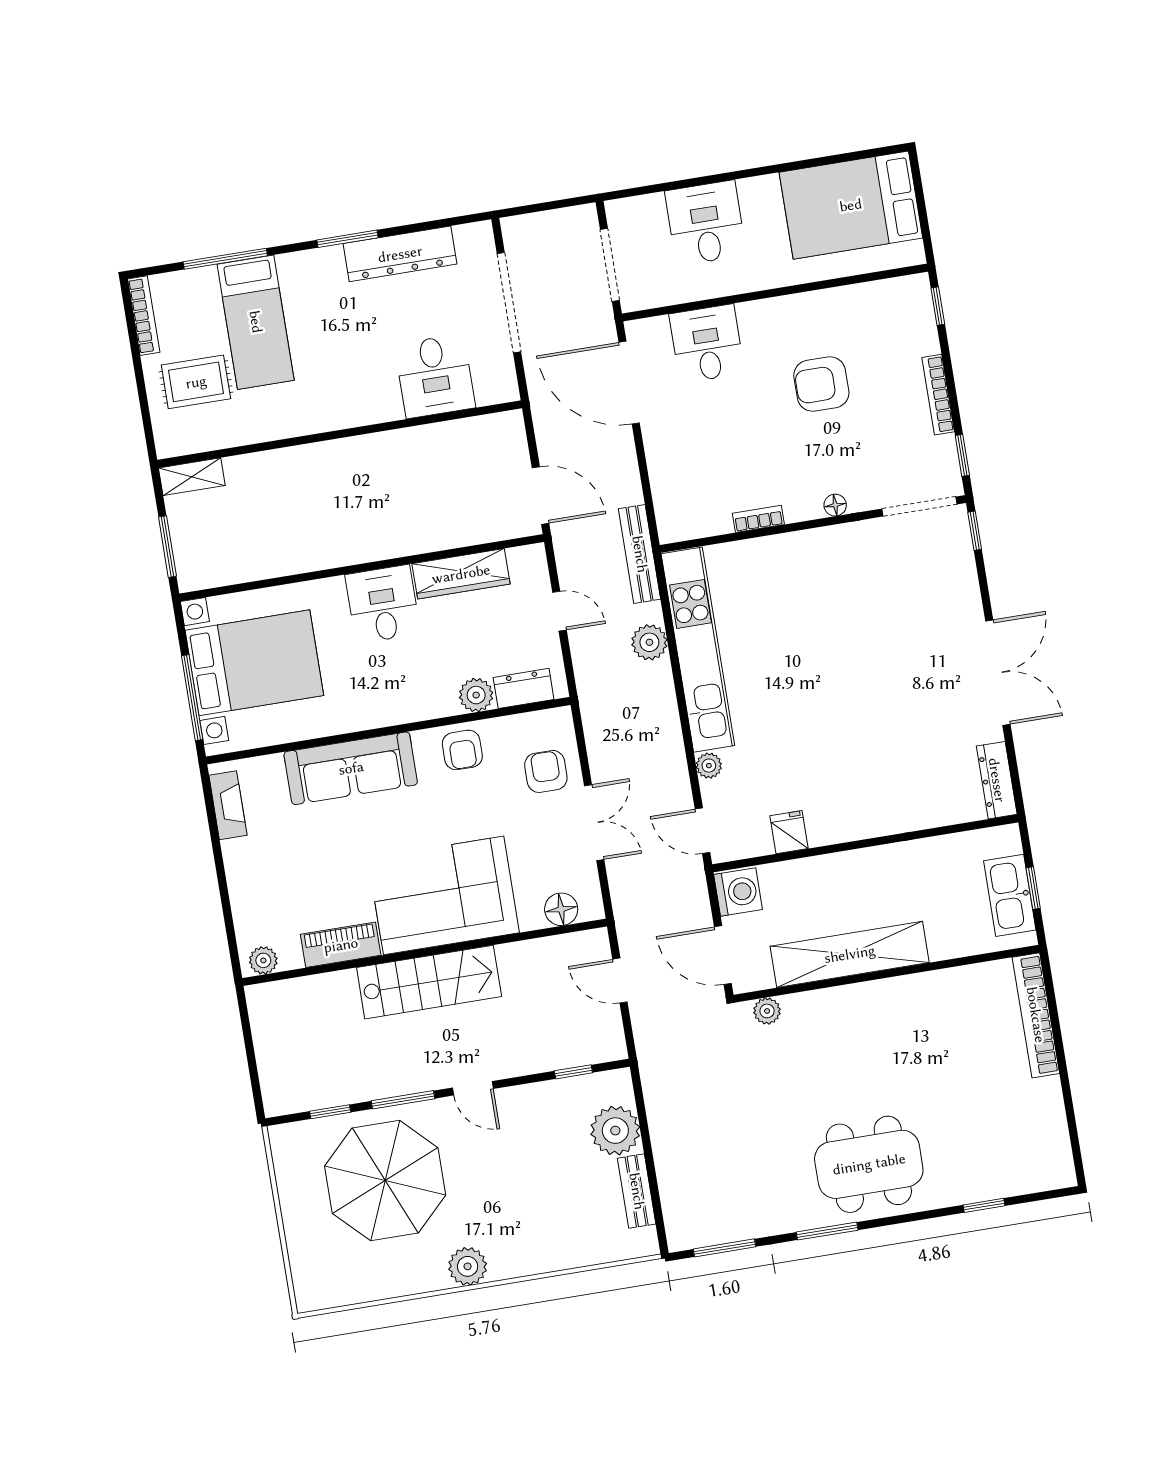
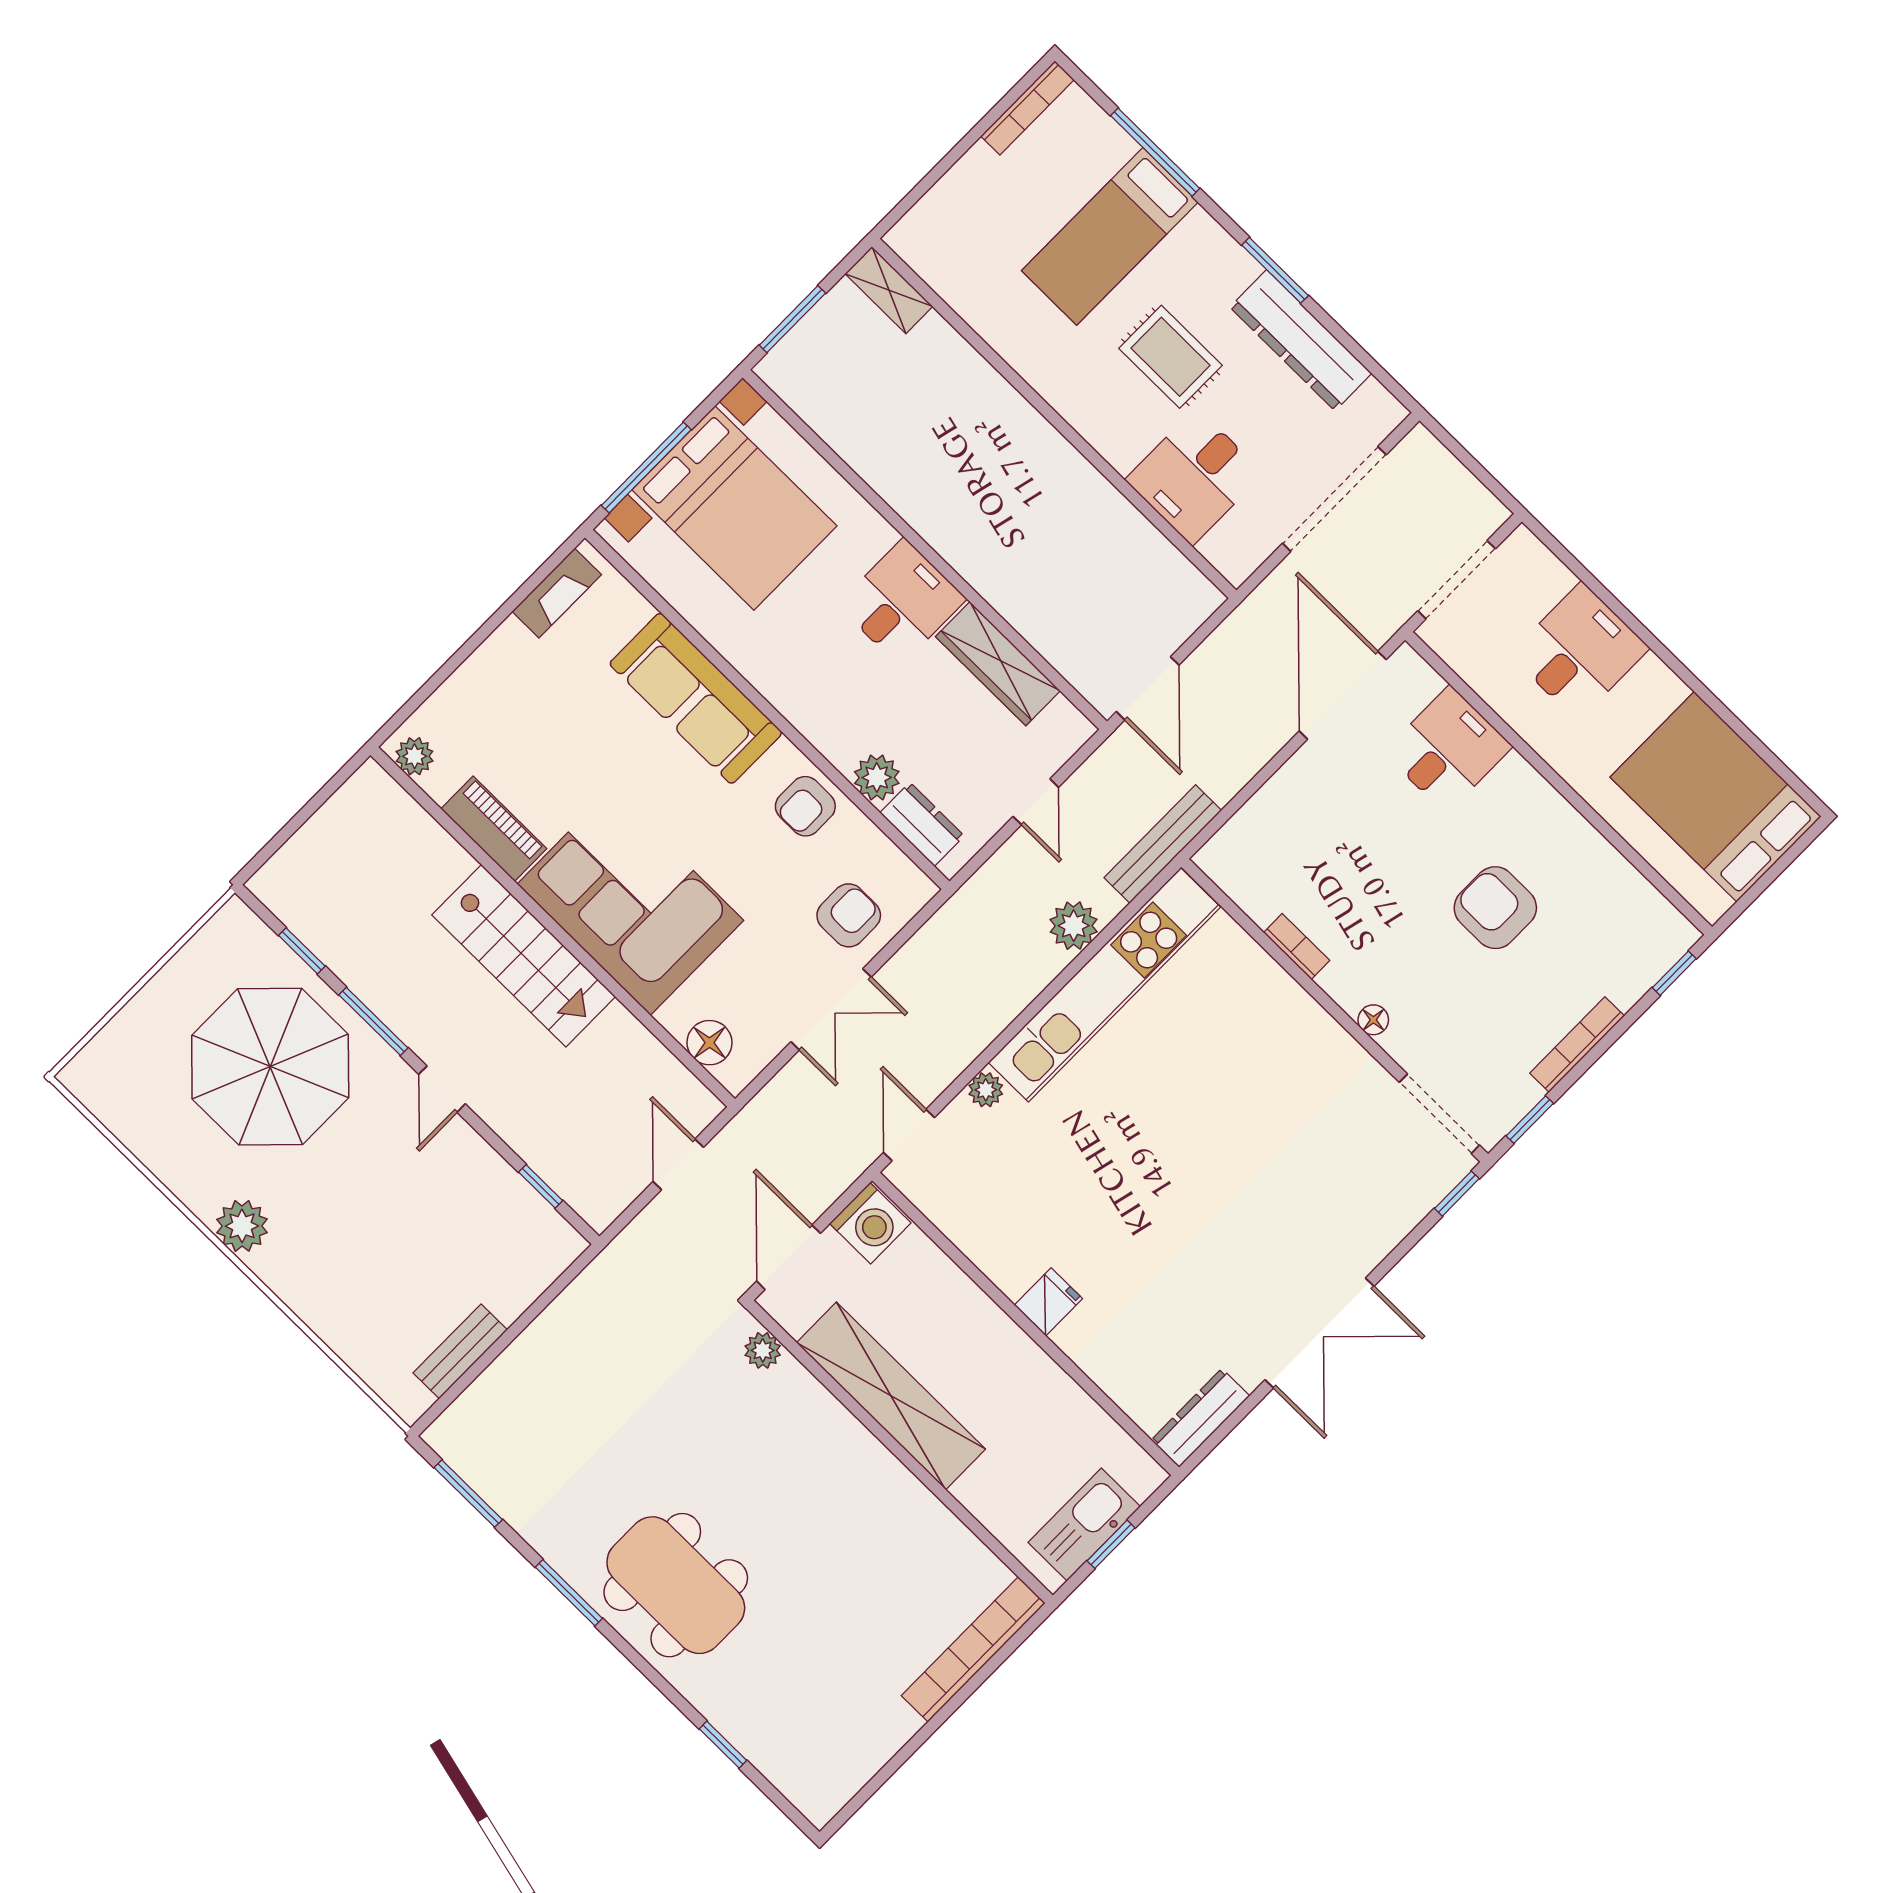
rug: (196, 382) -> (1170, 357), moved
fridge: (789, 832) -> (1048, 1302), moved
plant: (615, 1131) -> (510, 1279), removed

